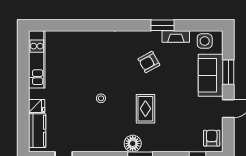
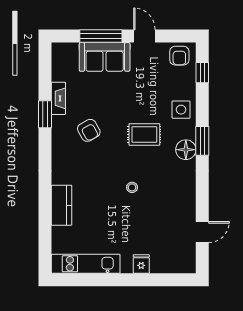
side table: (205, 41) -> (181, 110), moved
window: (228, 72) -> (101, 36), width x1.44
kitchen counter: (37, 131) -> (62, 205), moved, turned 90
armchair: (212, 138) -> (179, 56), turned -90

